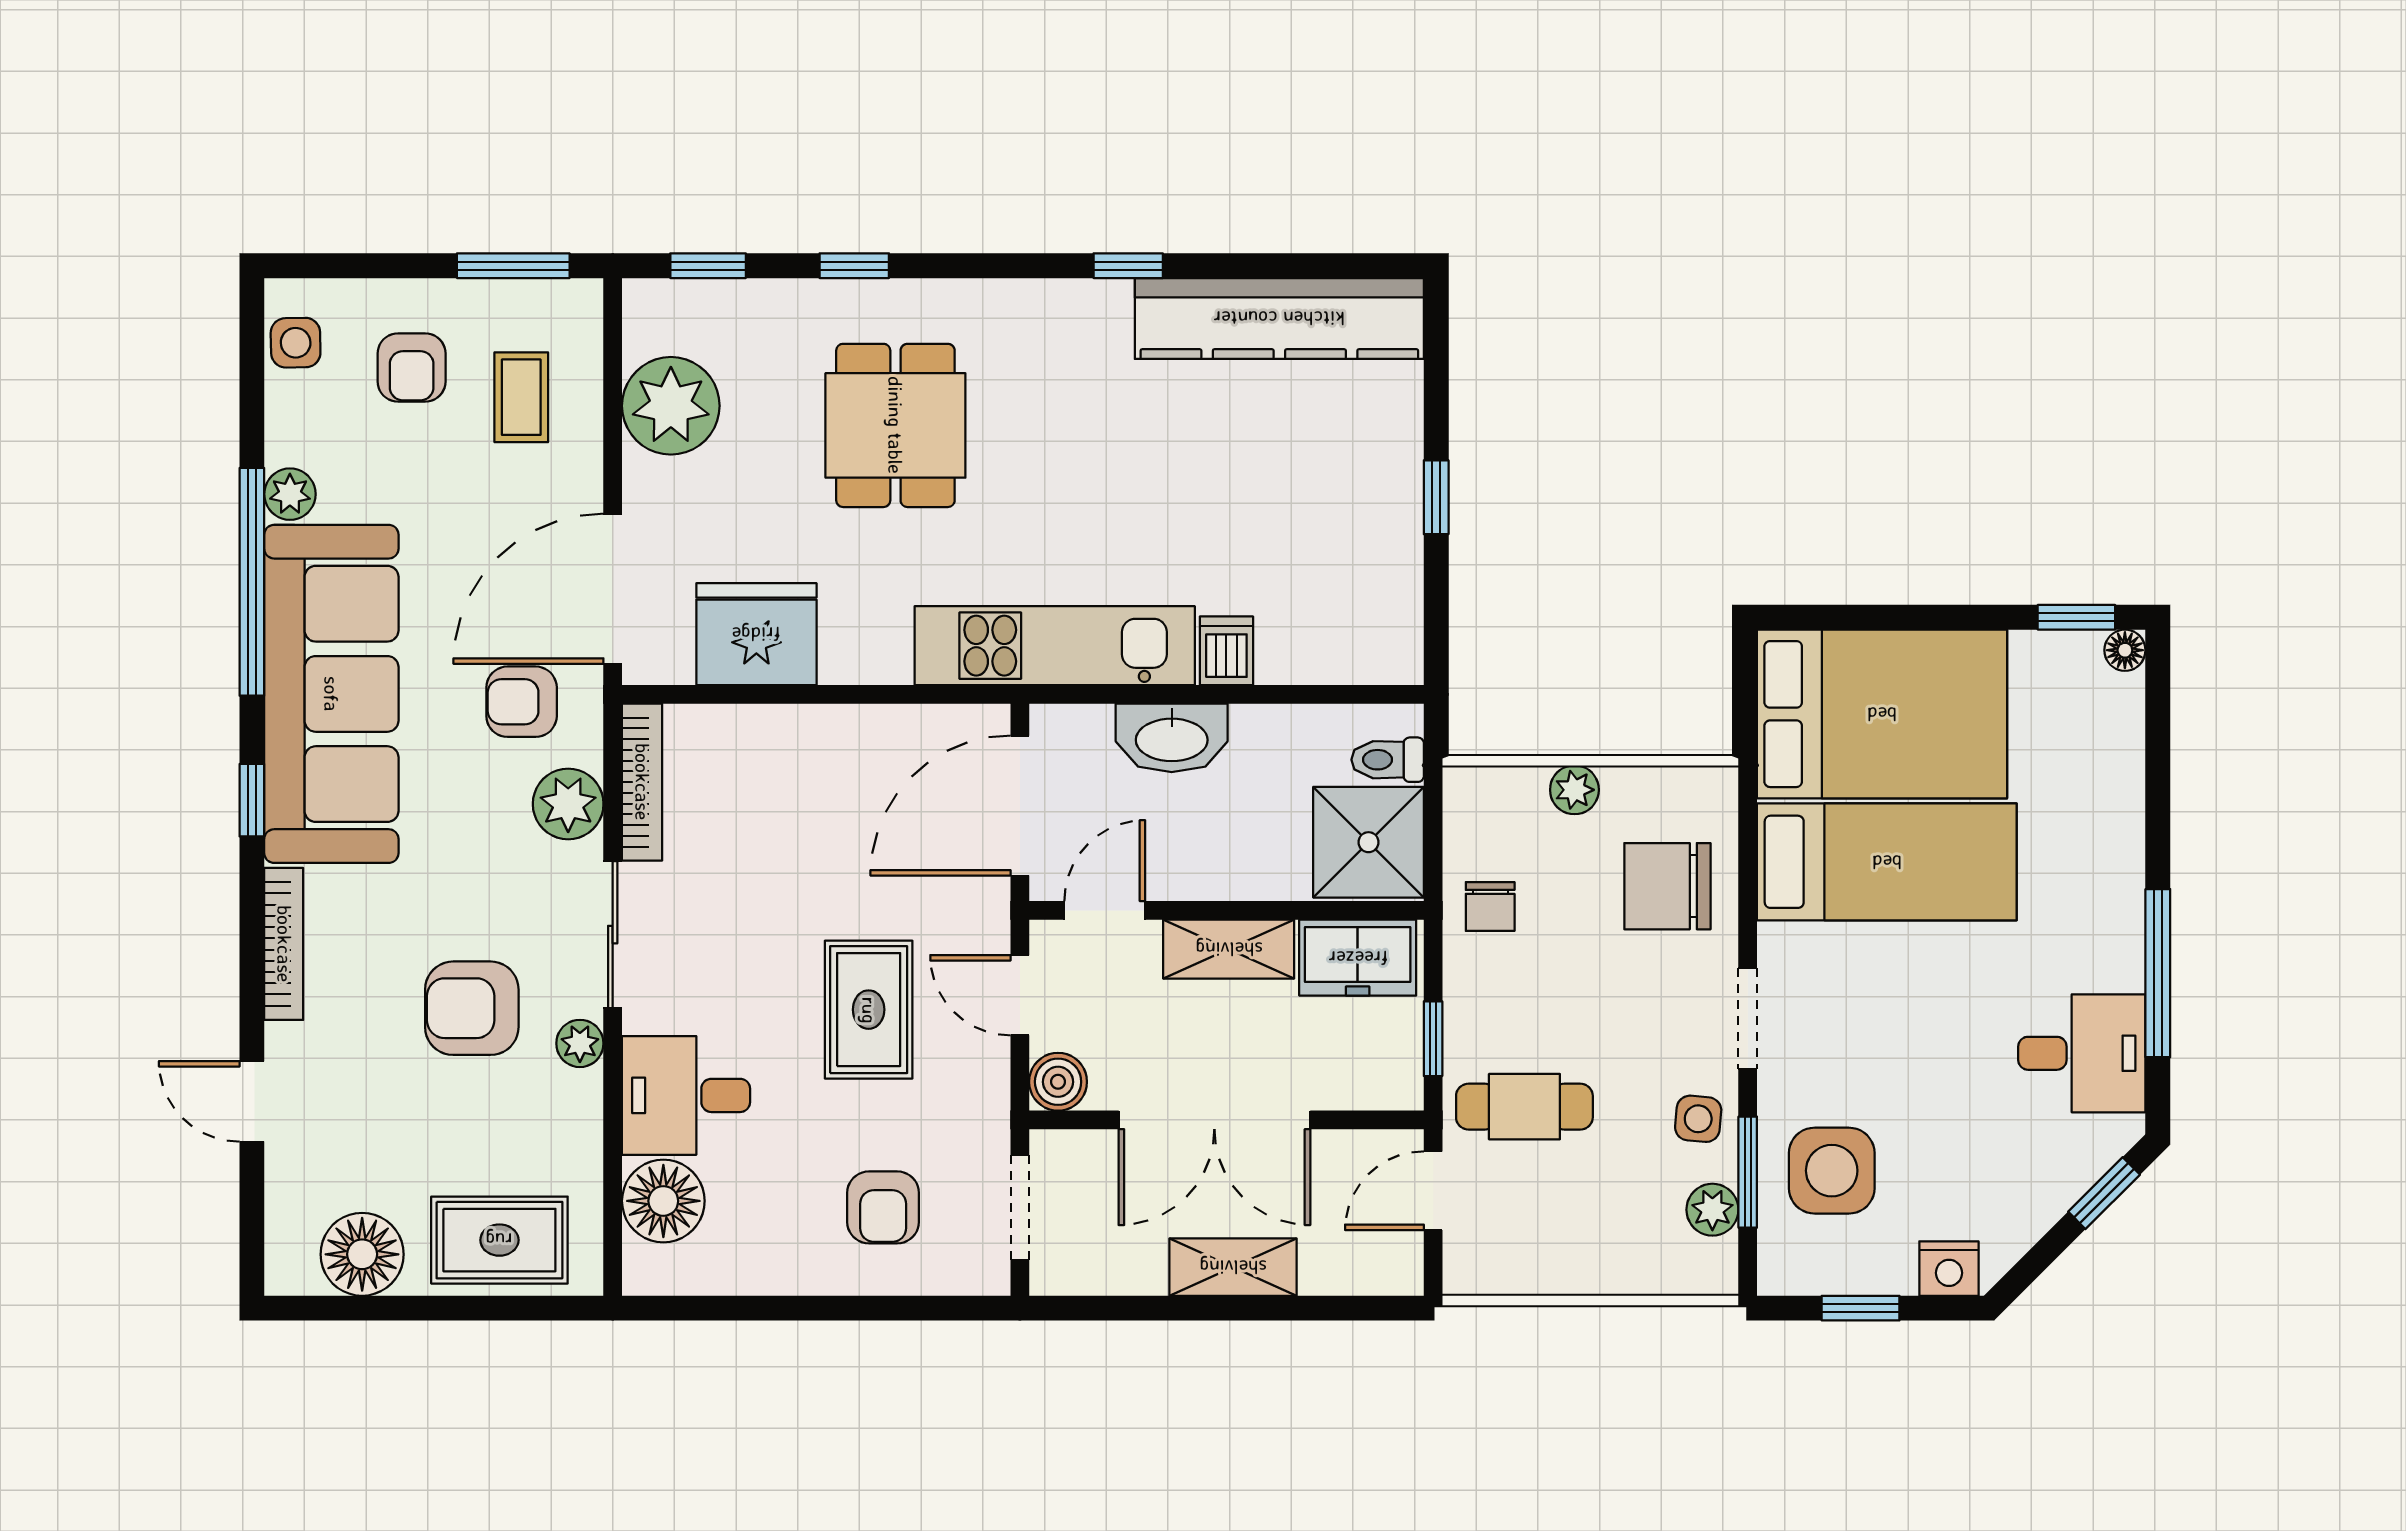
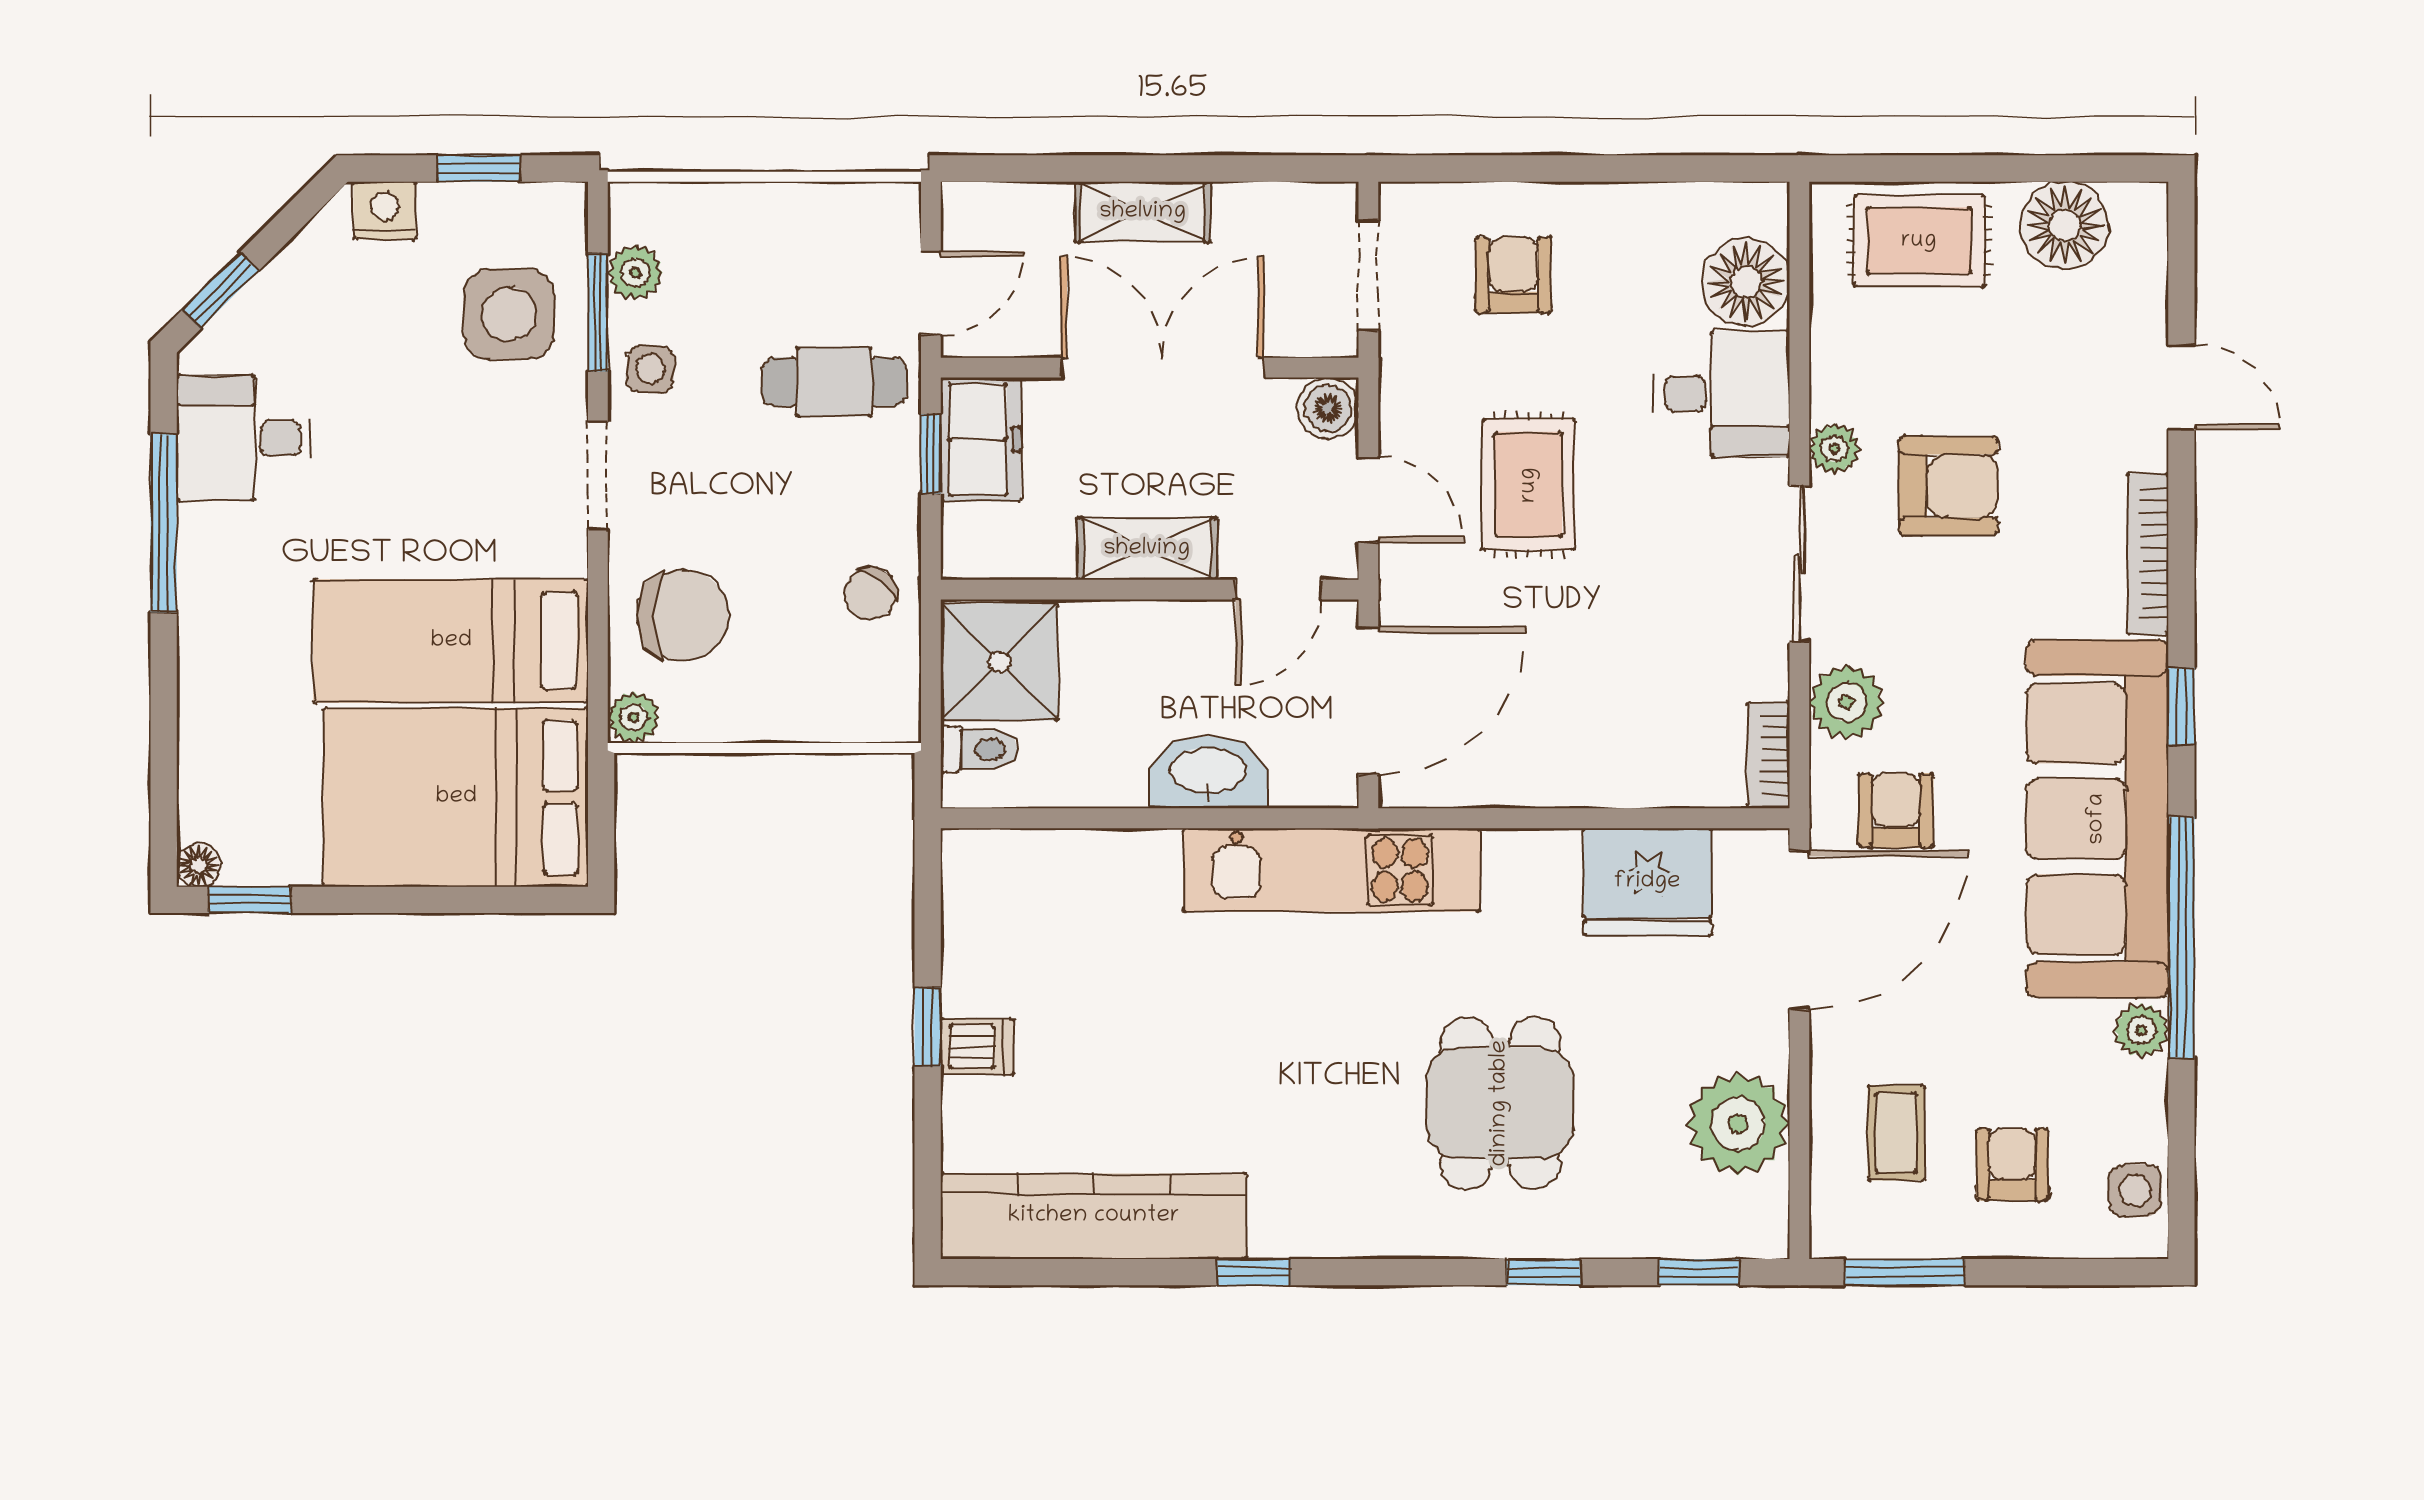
dishwasher: (1226, 651) -> (977, 1047), moved, turned -90
armchair: (522, 702) -> (1896, 810), turned -90
bookcase: (642, 782) -> (1768, 755), width x0.64
plant: (1574, 790) -> (634, 717), moved
chair: (1490, 907) -> (870, 594), turned -141
freezer: (1358, 958) -> (981, 439), moved, turned 90

